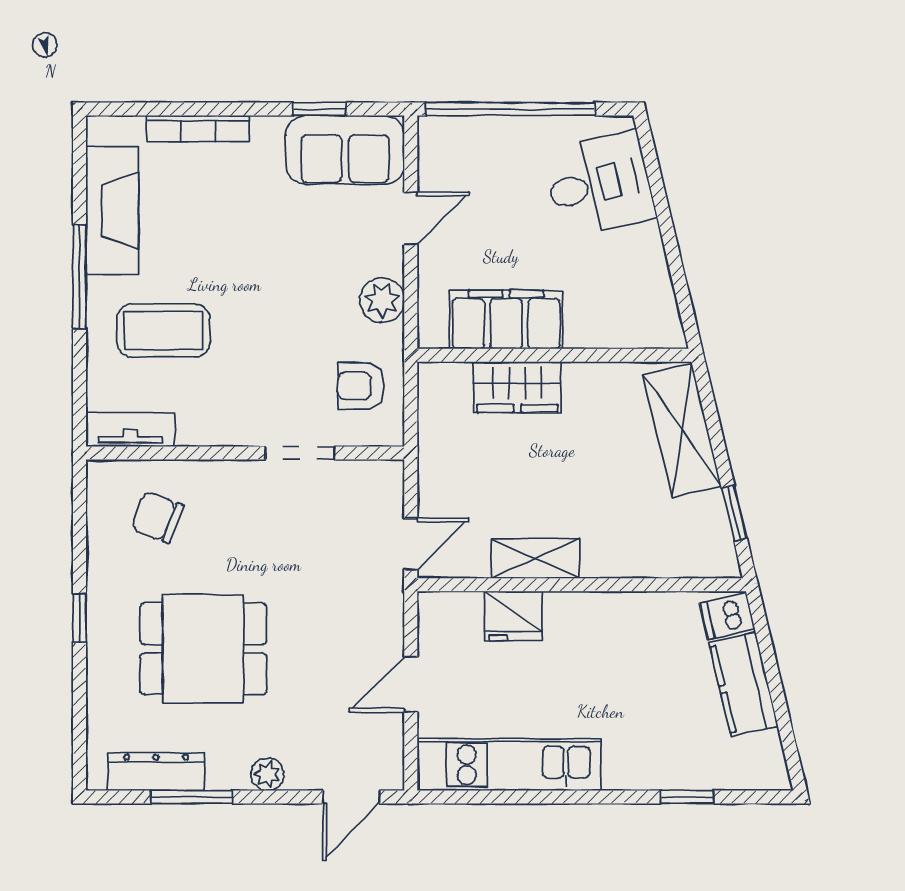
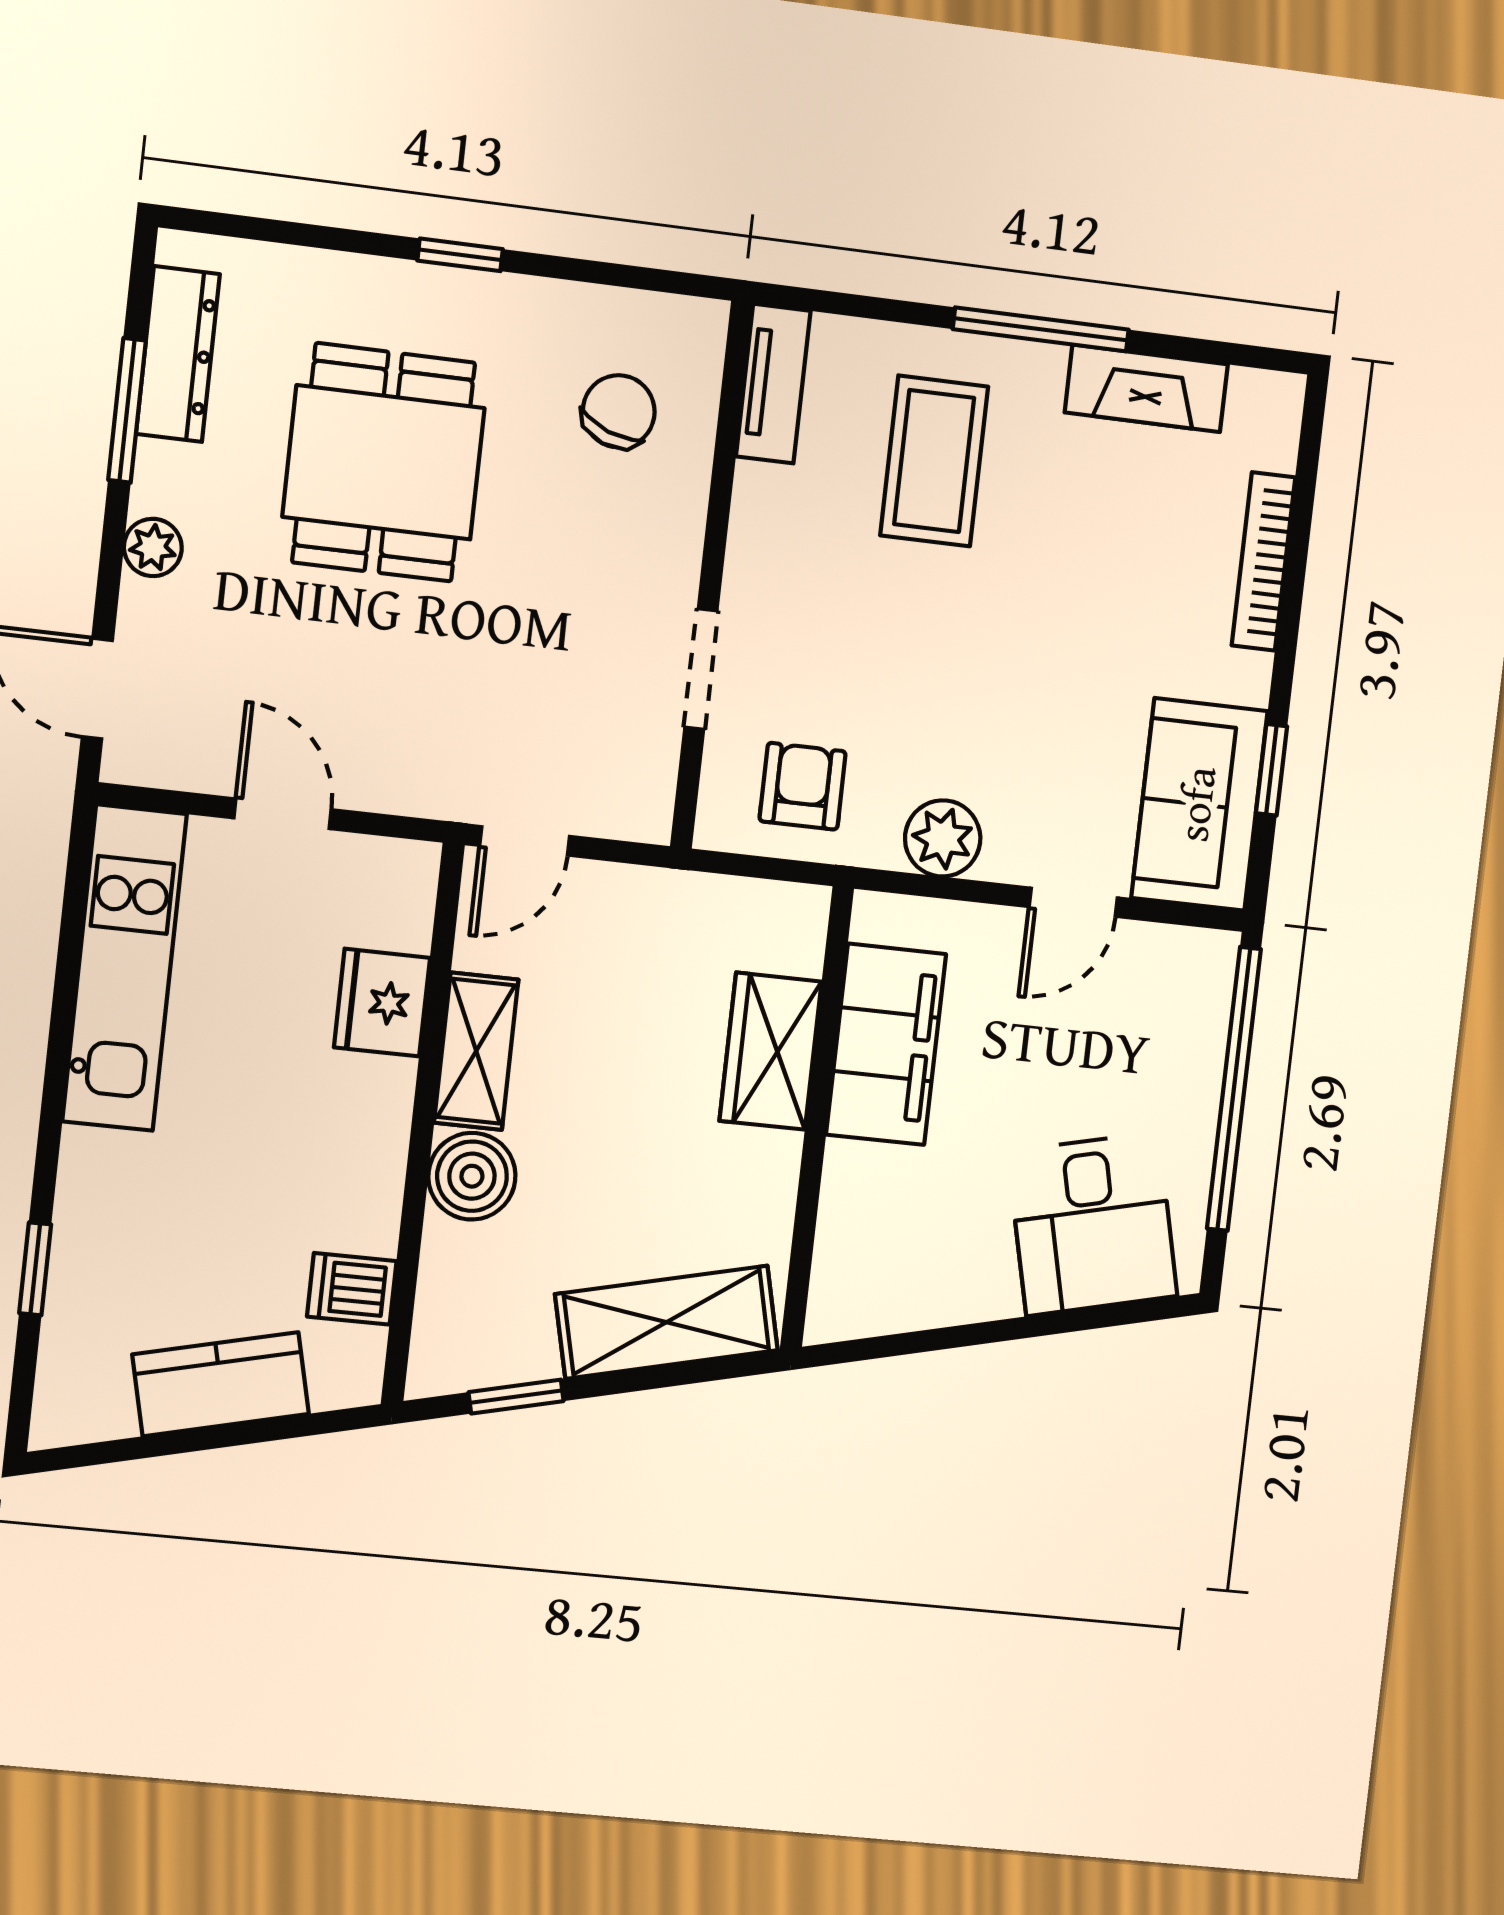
fireplace: (112, 210) -> (1146, 388), width x0.73, depth x0.76
door: (411, 218) -> (1073, 902), hinge flipped
door: (411, 544) -> (525, 841), hinge flipped
boiler: (608, 553) -> (472, 1176), added
dishwasher: (727, 616) -> (352, 1289), moved, turned -77

